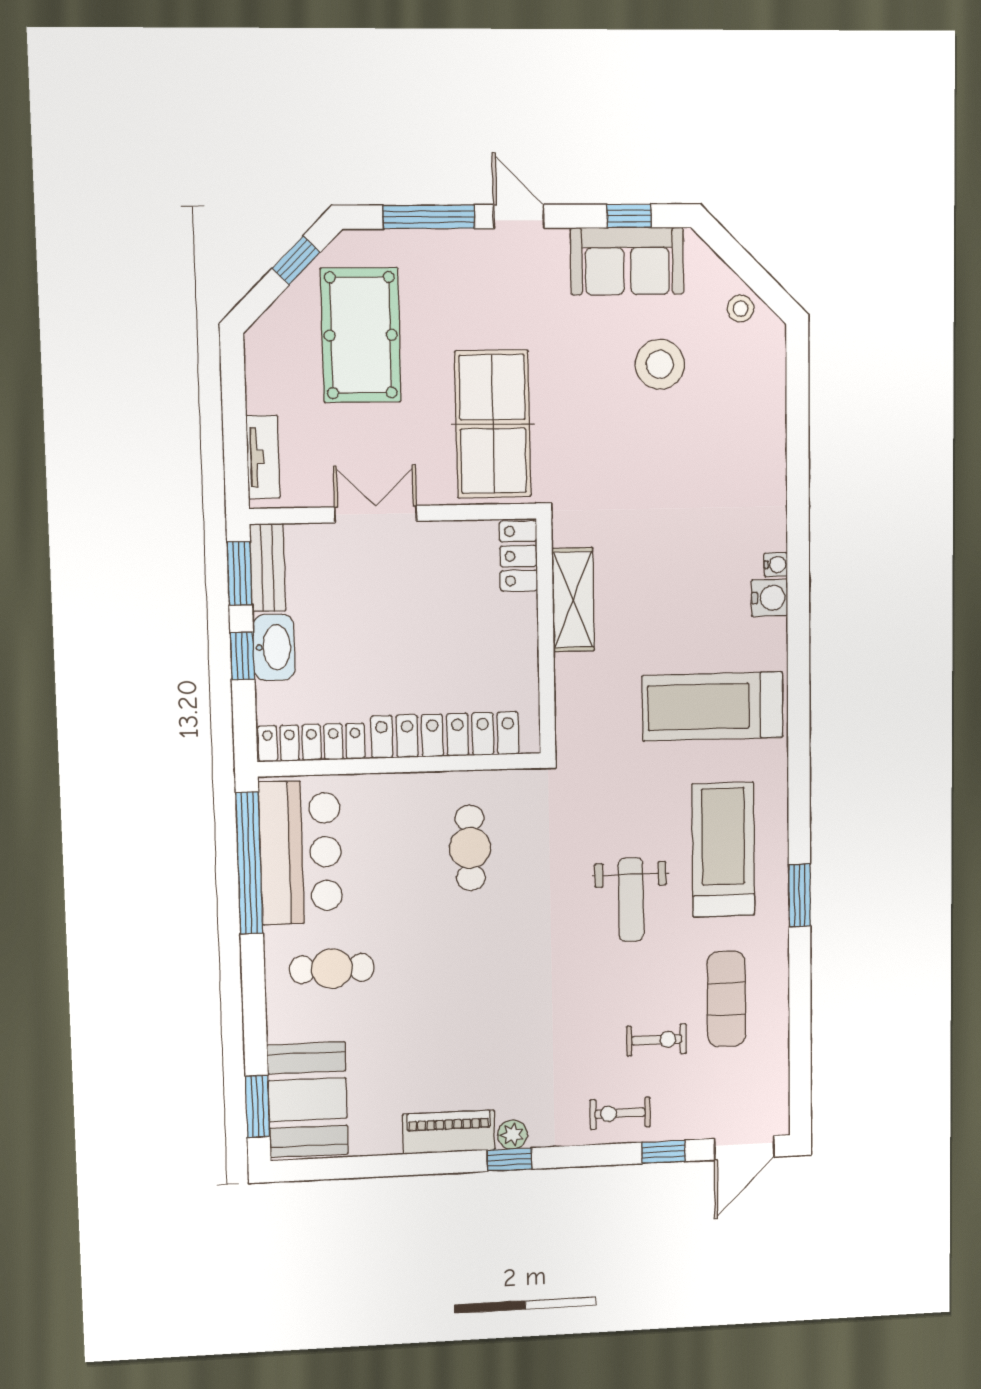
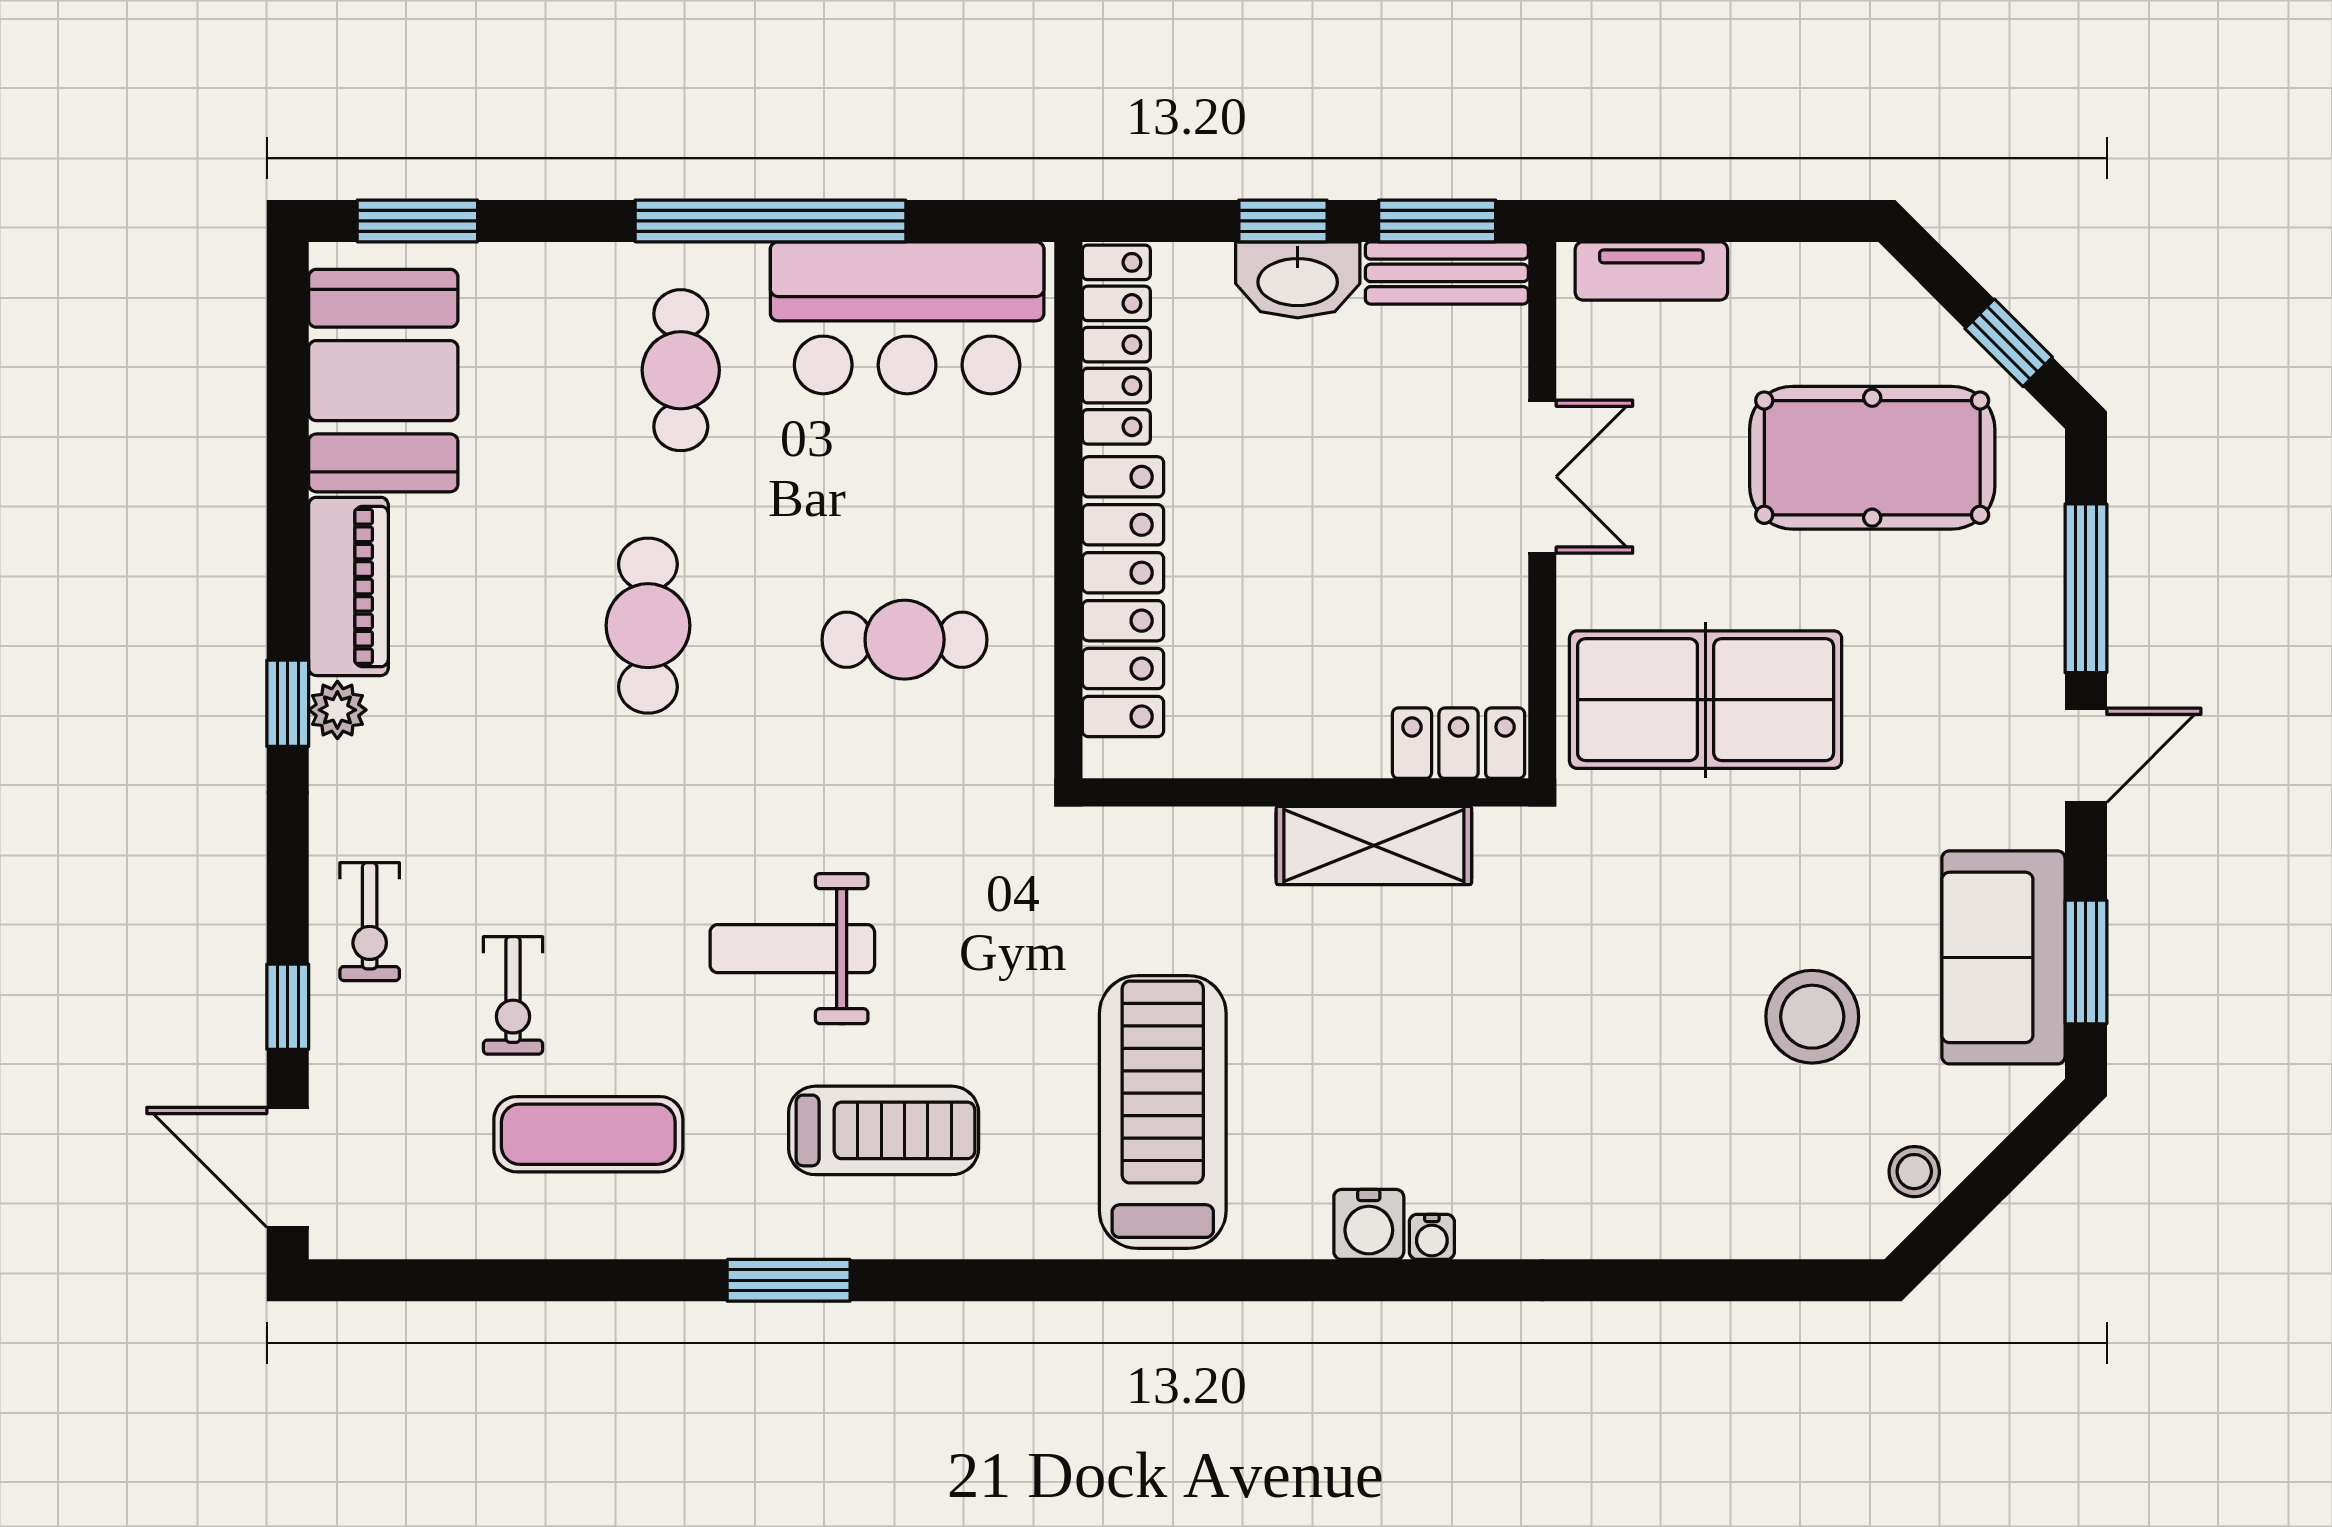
window: (629, 216) -> (2086, 962), width x1.50
treadmill: (723, 850) -> (884, 1130), width x0.73, depth x0.73
window: (249, 863) -> (770, 221), moved
cafe table: (466, 980) -> (648, 626), added
booth: (308, 1100) -> (383, 381), moved, turned 90
exercise bike: (620, 1113) -> (370, 922), turned 180

